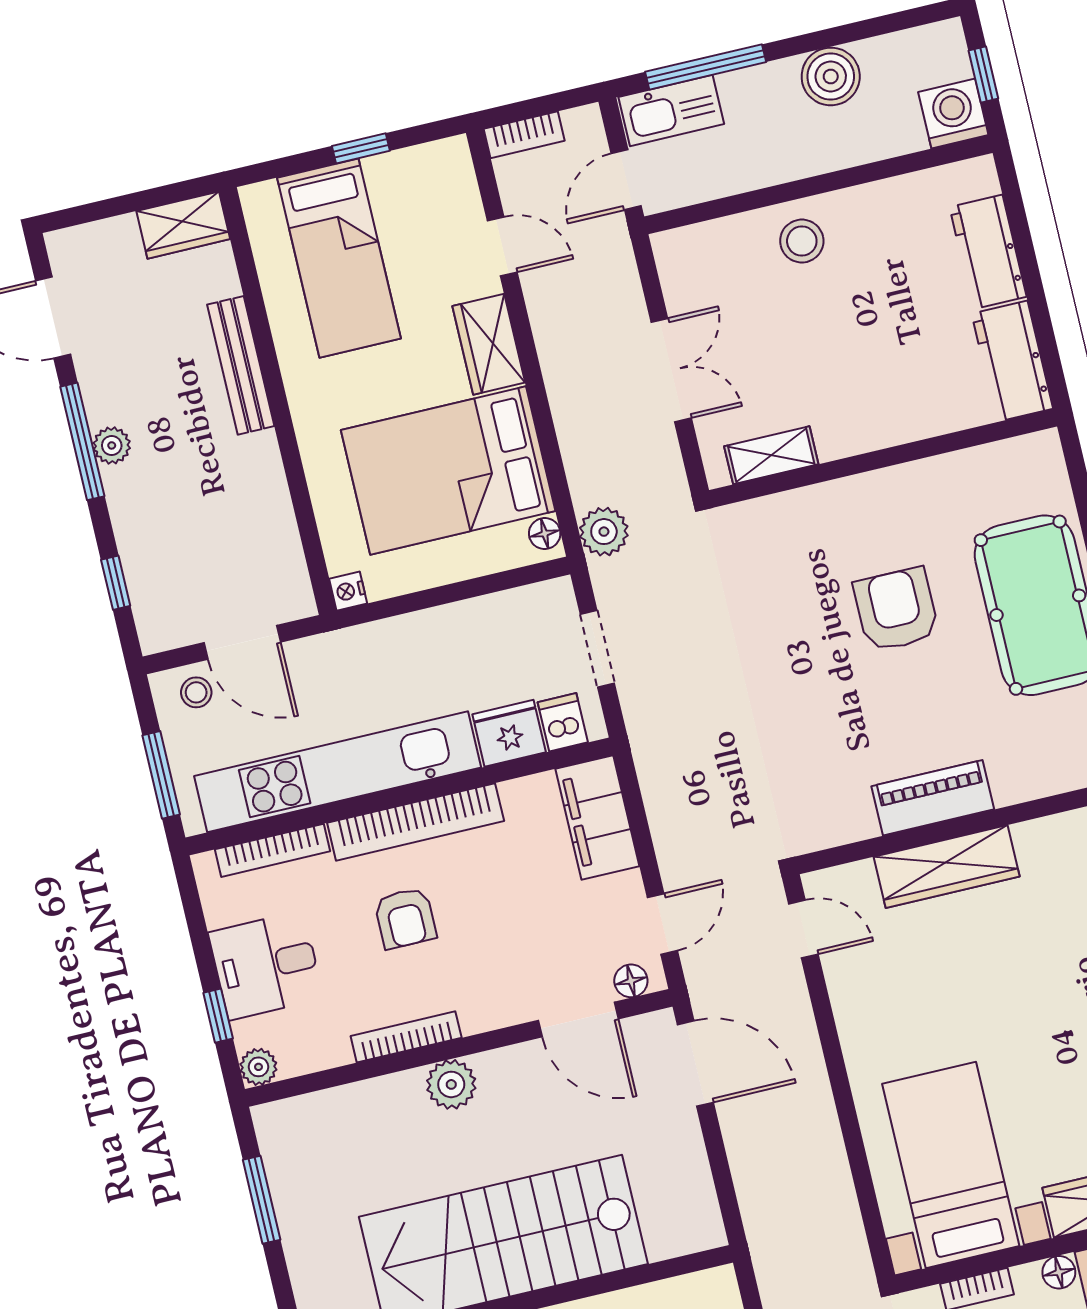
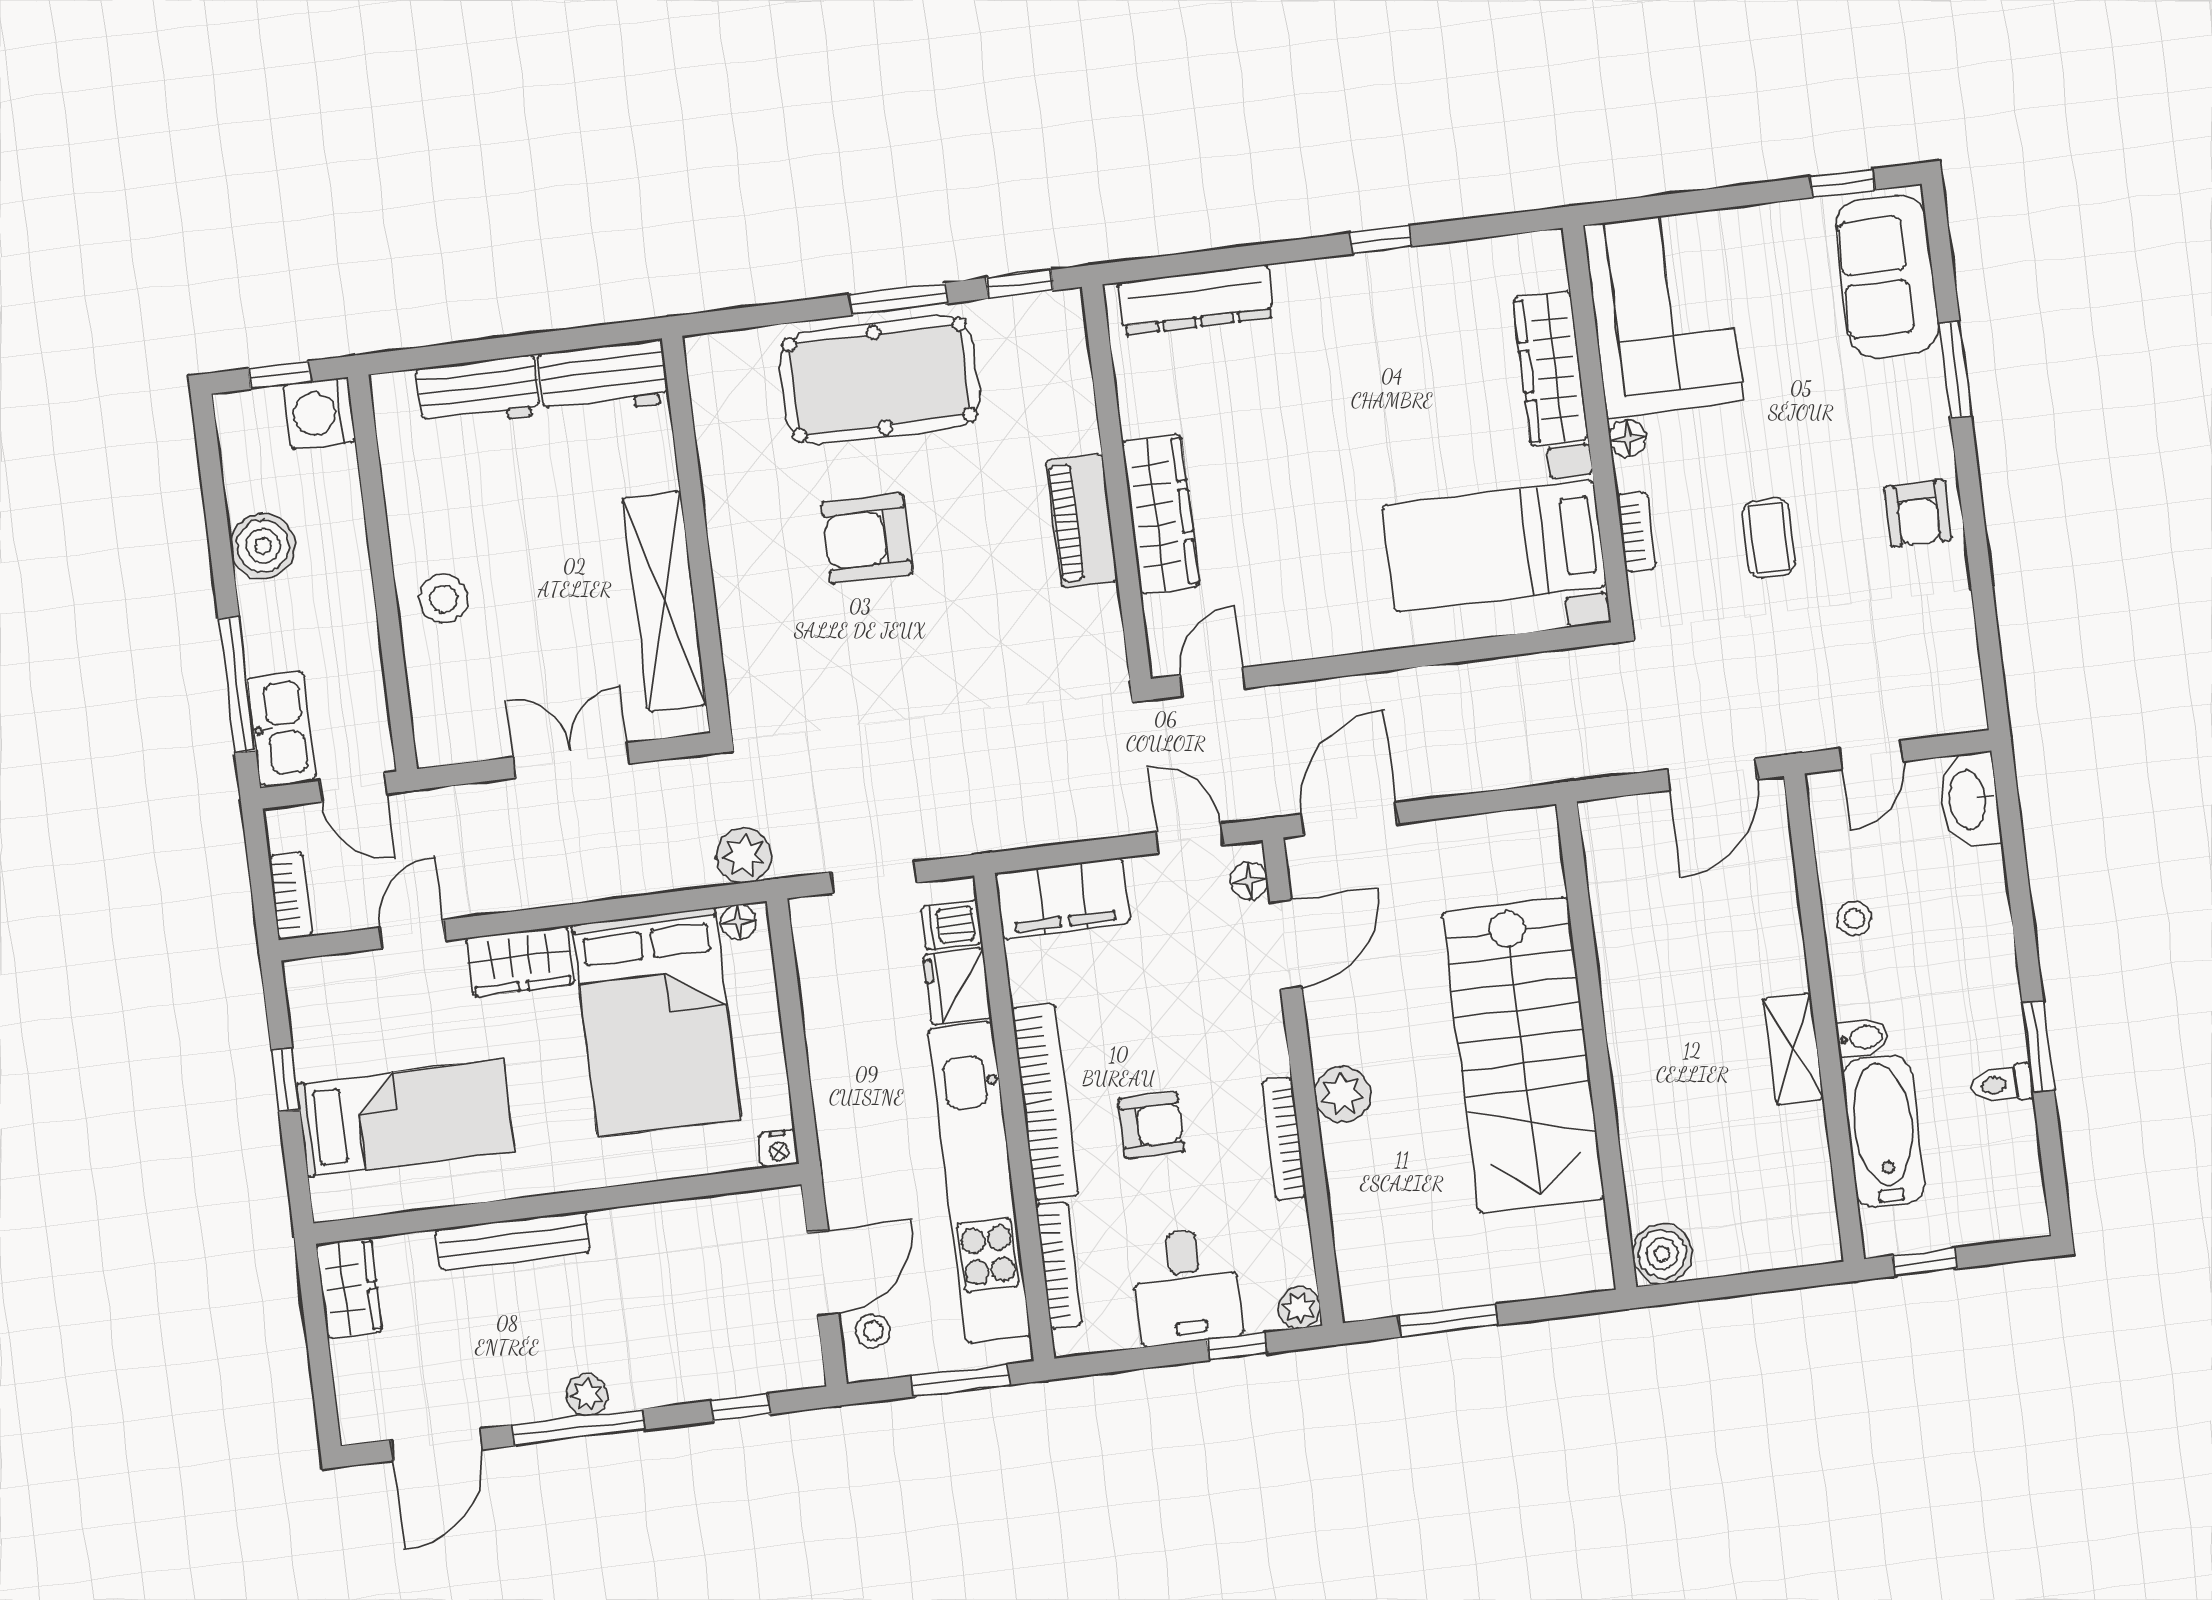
shelving: (771, 455) -> (664, 601), width x2.20, depth x1.33

